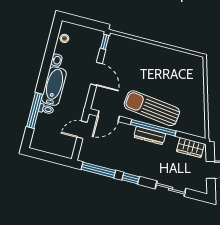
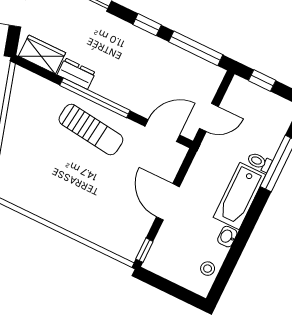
sun lounger: (152, 108) -> (91, 130), width x0.73, depth x0.75
dresser: (150, 136) -> (76, 74), moved, width x0.70
window: (54, 159) -> (262, 81), added

